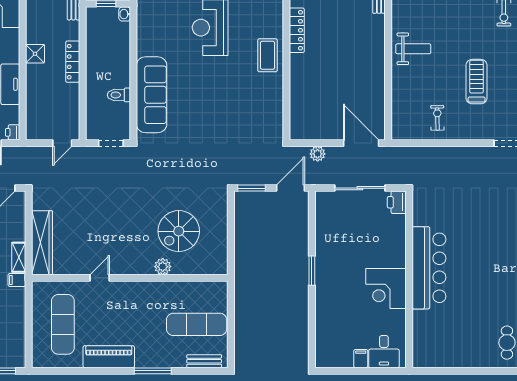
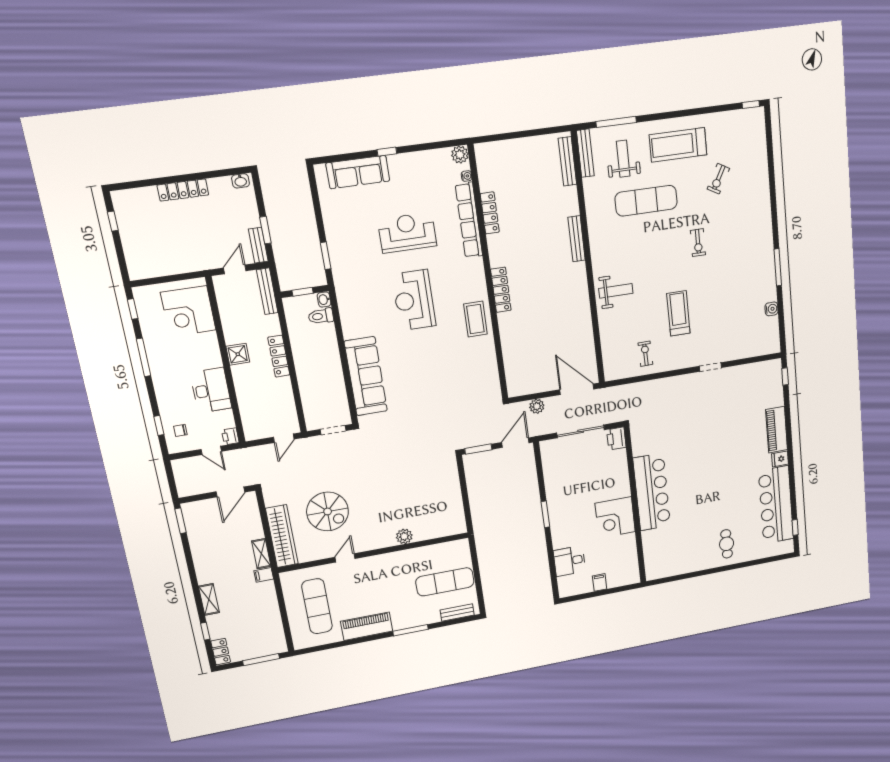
toilet: (119, 95) -> (321, 316), moved
spiral stairs: (179, 231) -> (328, 511), moved, turned -90
desk: (384, 352) -> (569, 561), moved, turned 90

